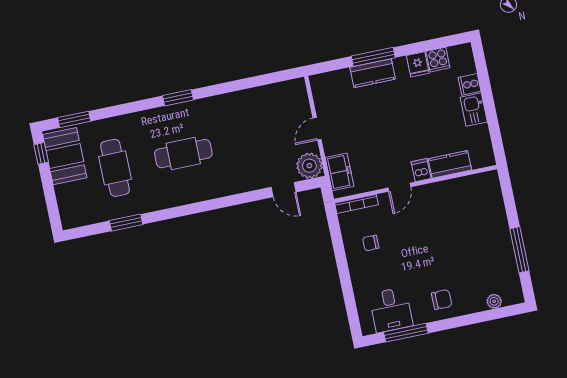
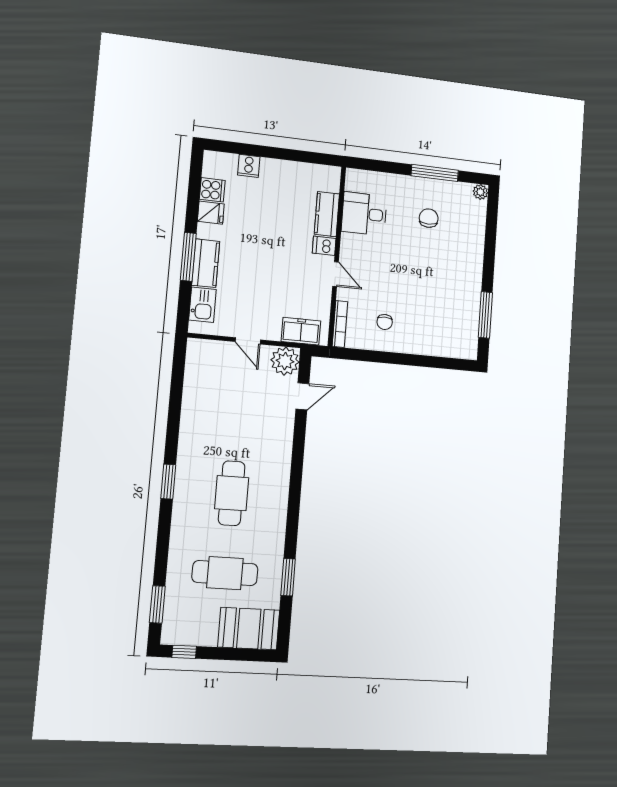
kitchen sink: (474, 110) -> (202, 305), moved, turned -90
booth: (65, 156) -> (249, 629), moved
chair: (442, 300) -> (429, 218), moved
plant: (494, 301) -> (480, 192), moved
desk: (391, 310) -> (364, 214), moved, turned 180

